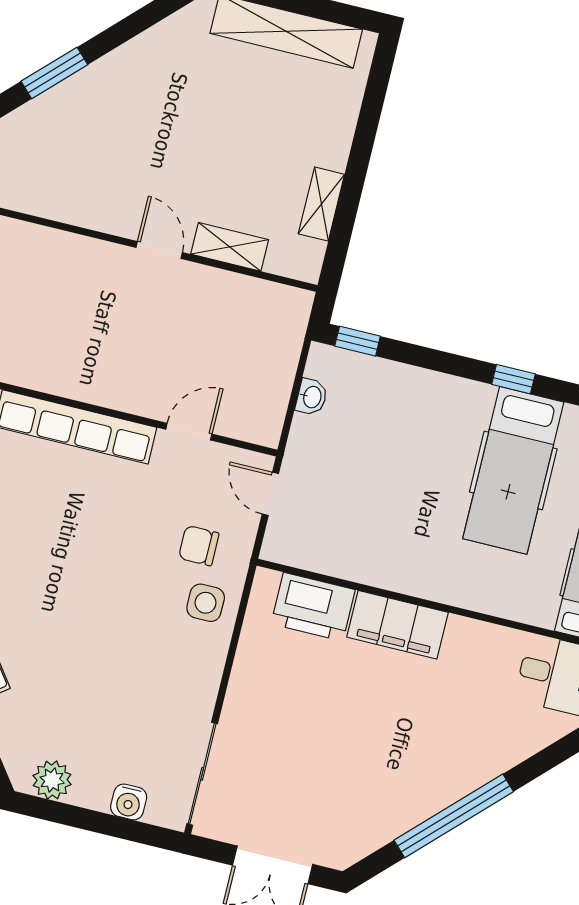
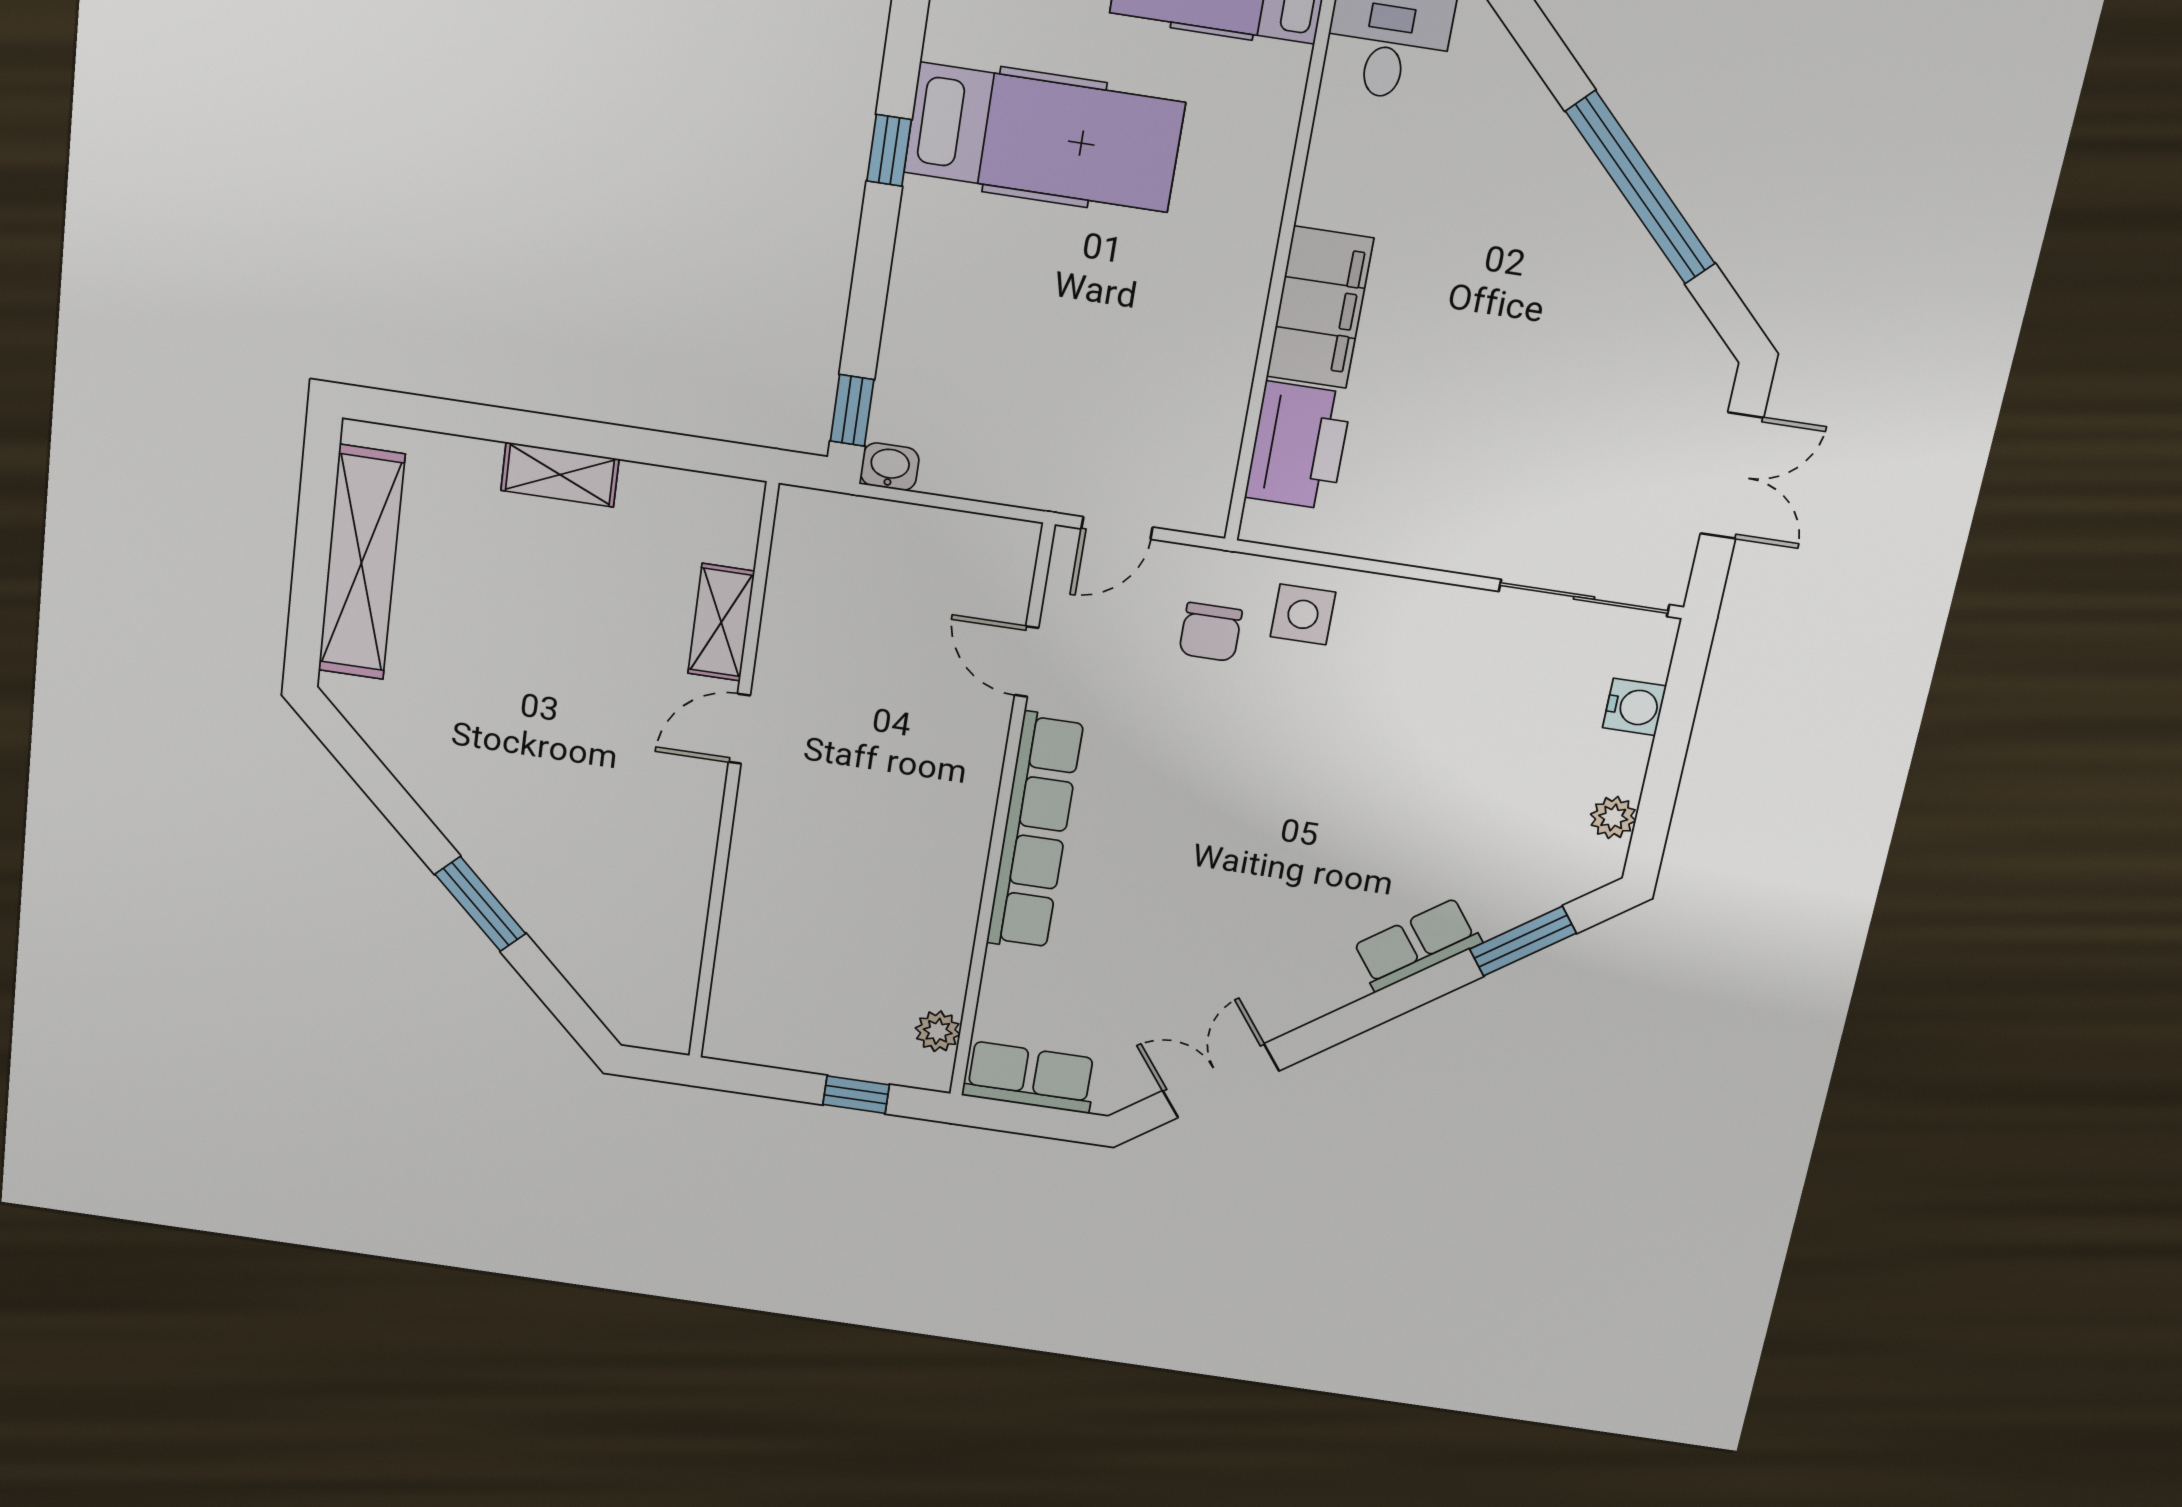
shelving: (321, 204) -> (560, 475), moved
washbasin: (312, 397) -> (890, 467), moved
plant: (52, 780) -> (1613, 817), width x0.73, depth x0.73

